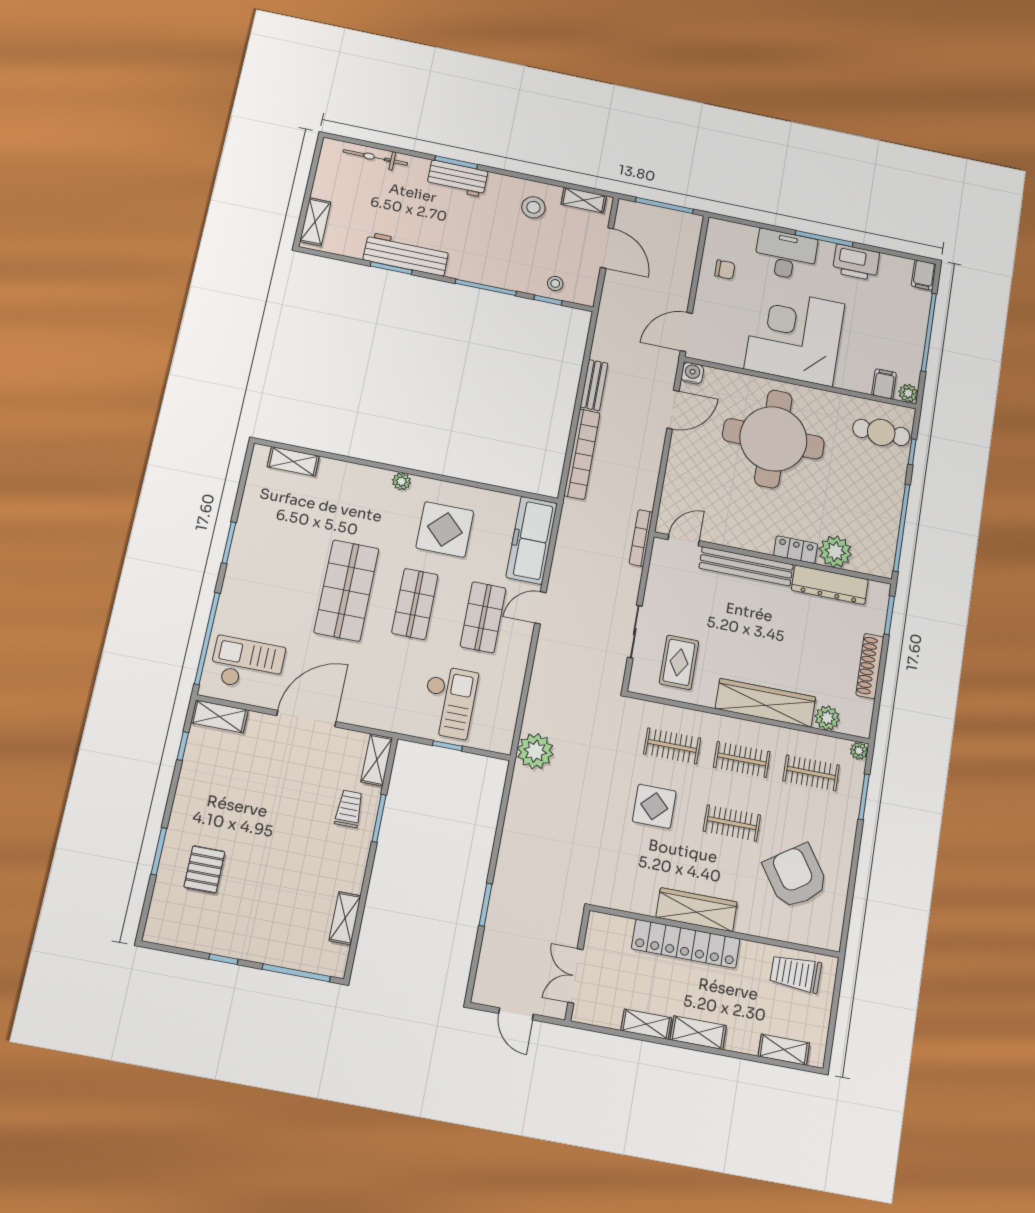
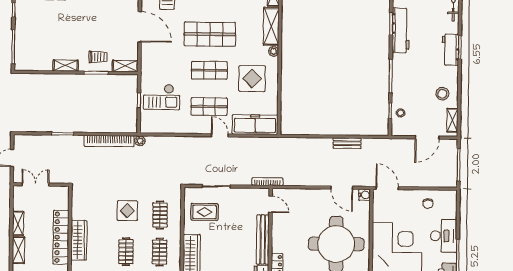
bookcase: (582, 454) -> (109, 141), moved
shelving: (354, 477) -> (271, 26), added
plant: (535, 751) -> (140, 141), width x0.53, depth x0.53
shelving: (345, 918) -> (66, 66), moved

